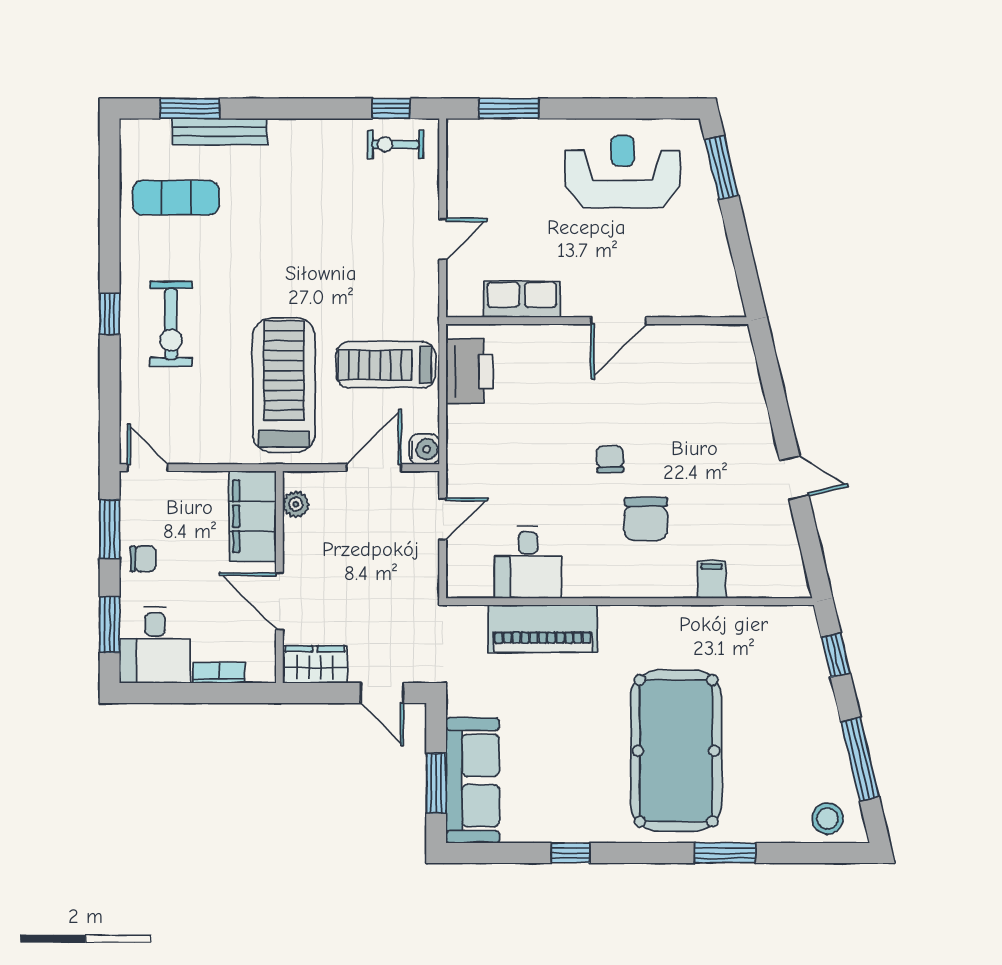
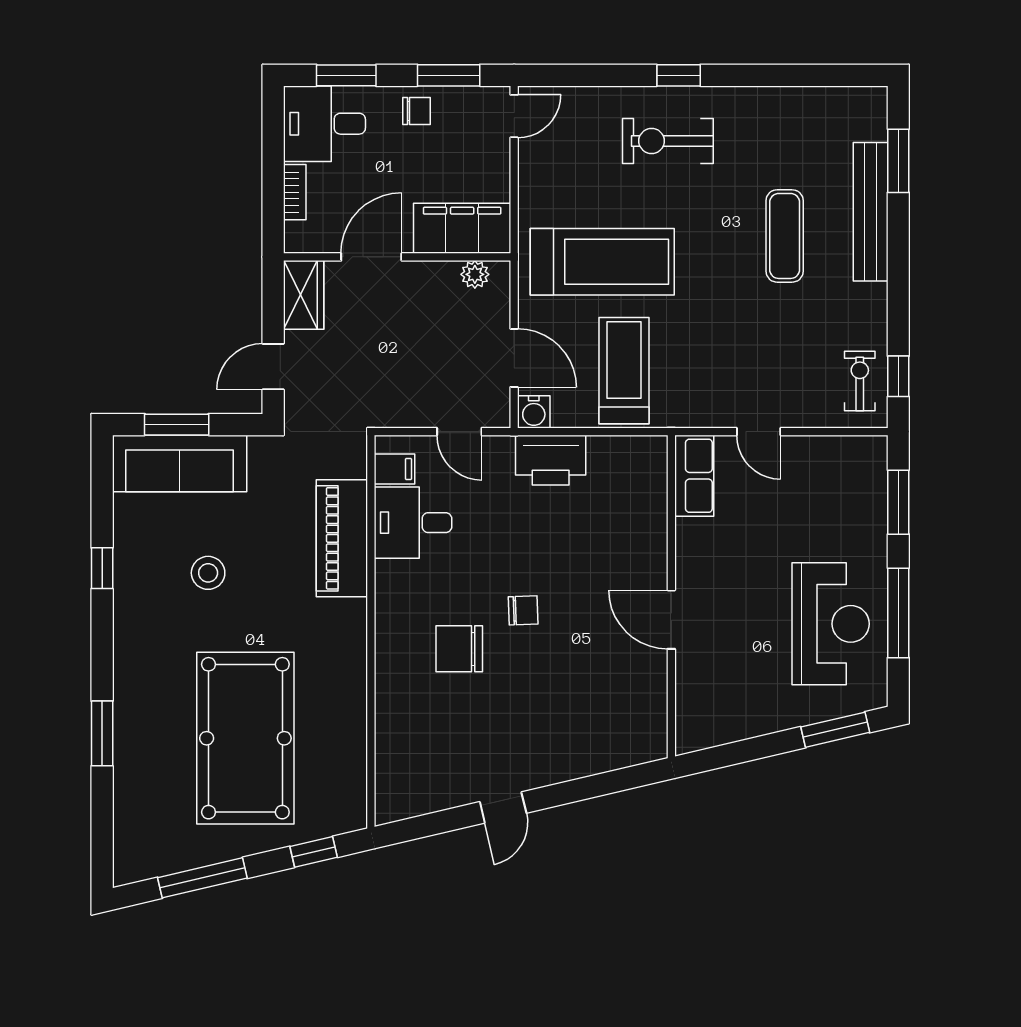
window: (612, 108) -> (898, 613), added
bench: (220, 132) -> (871, 212), width x1.37, depth x1.21
exercise mat: (176, 198) -> (785, 236), moved
row of seats: (522, 299) -> (694, 476), moved
printer: (469, 371) -> (551, 460), moved
chair: (143, 559) -> (417, 111), turned -90
filing cabinet: (712, 580) -> (394, 469), moved
pool table: (676, 751) -> (245, 738), moved, turned 90
stool: (827, 819) -> (208, 573), moved

